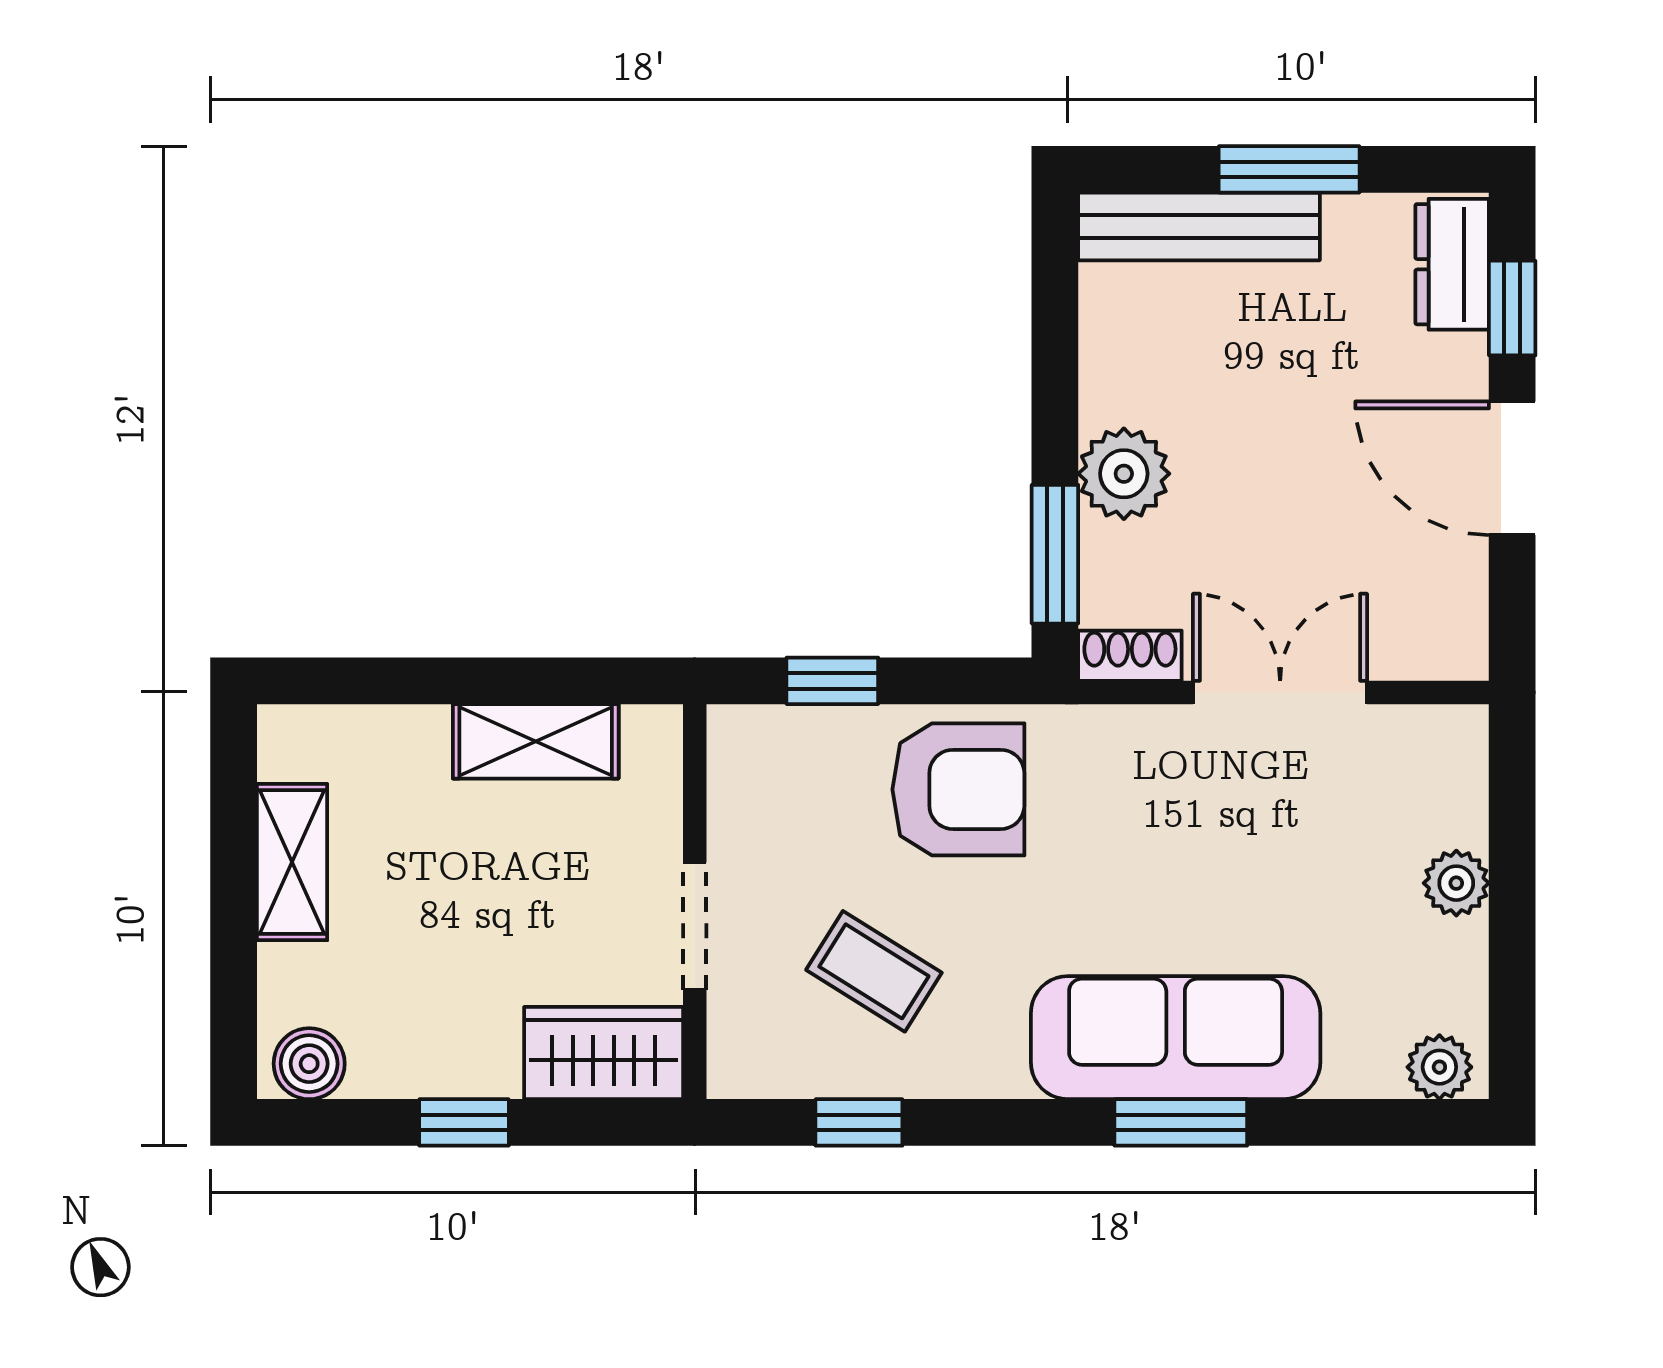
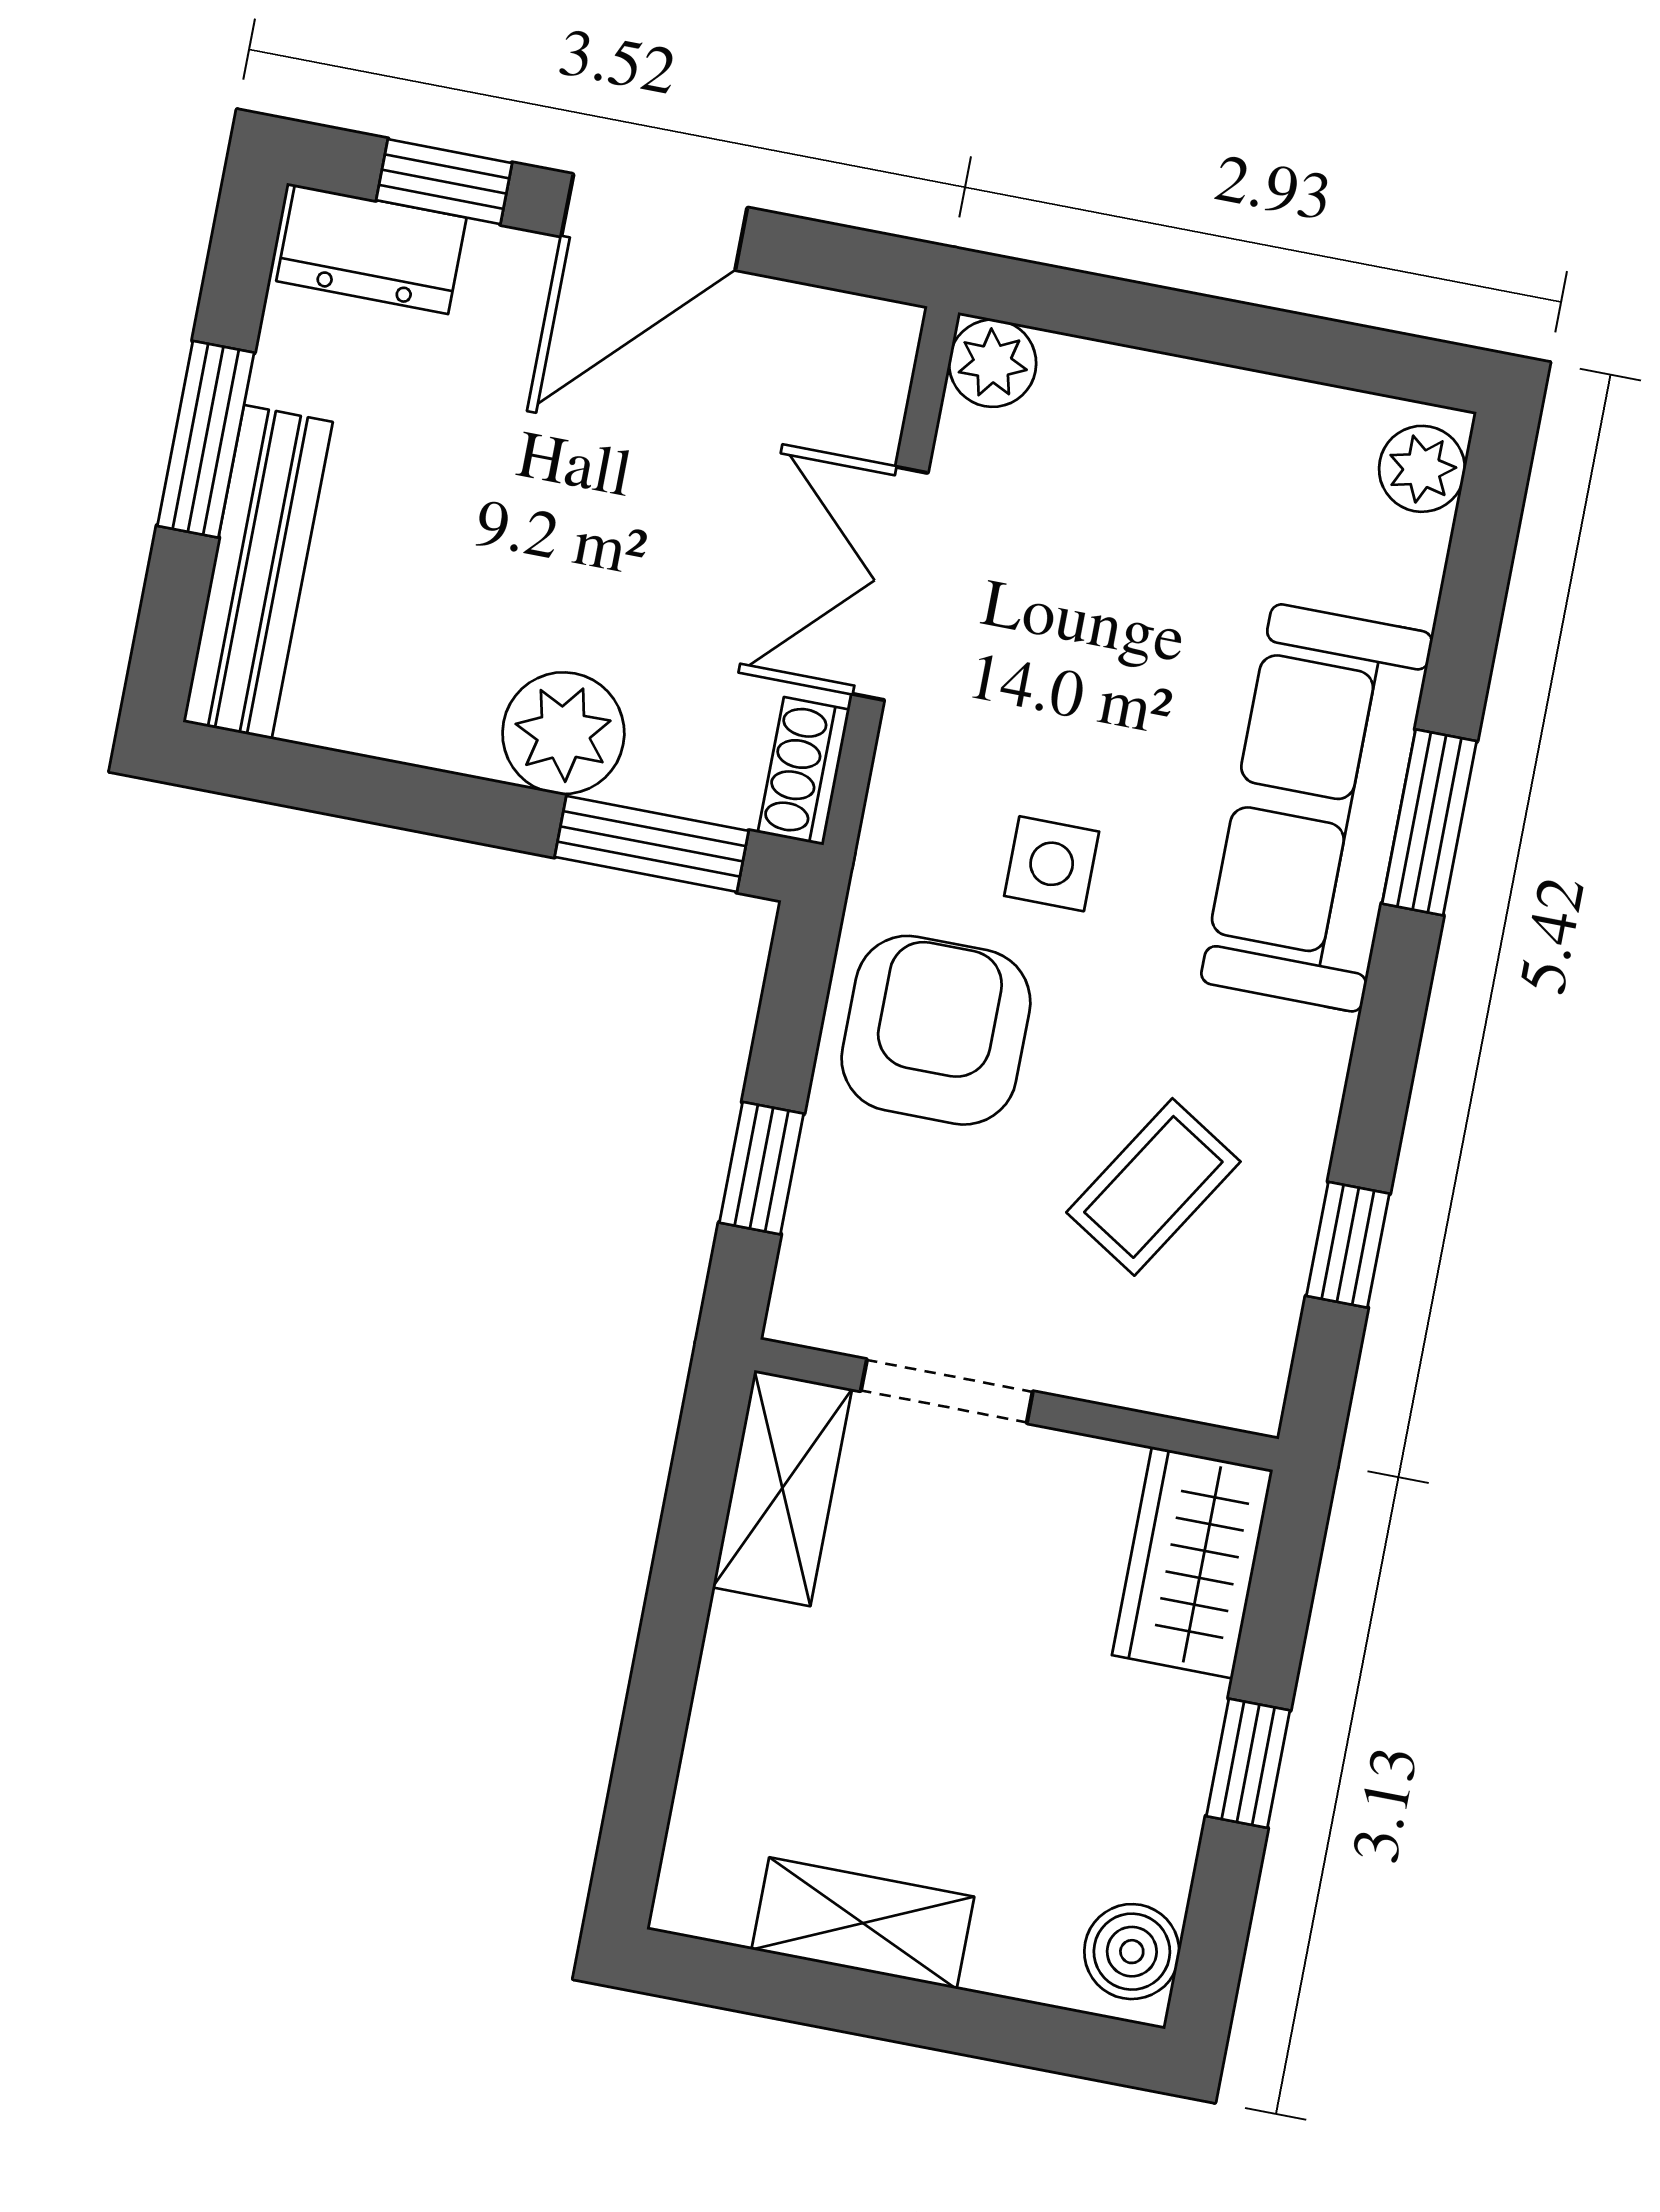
shelving: (536, 741) -> (782, 1488), moved
side table: (1097, 851) -> (1052, 864), added
plant: (1456, 883) -> (993, 363), moved
doorway: (695, 926) -> (947, 1391), moved

